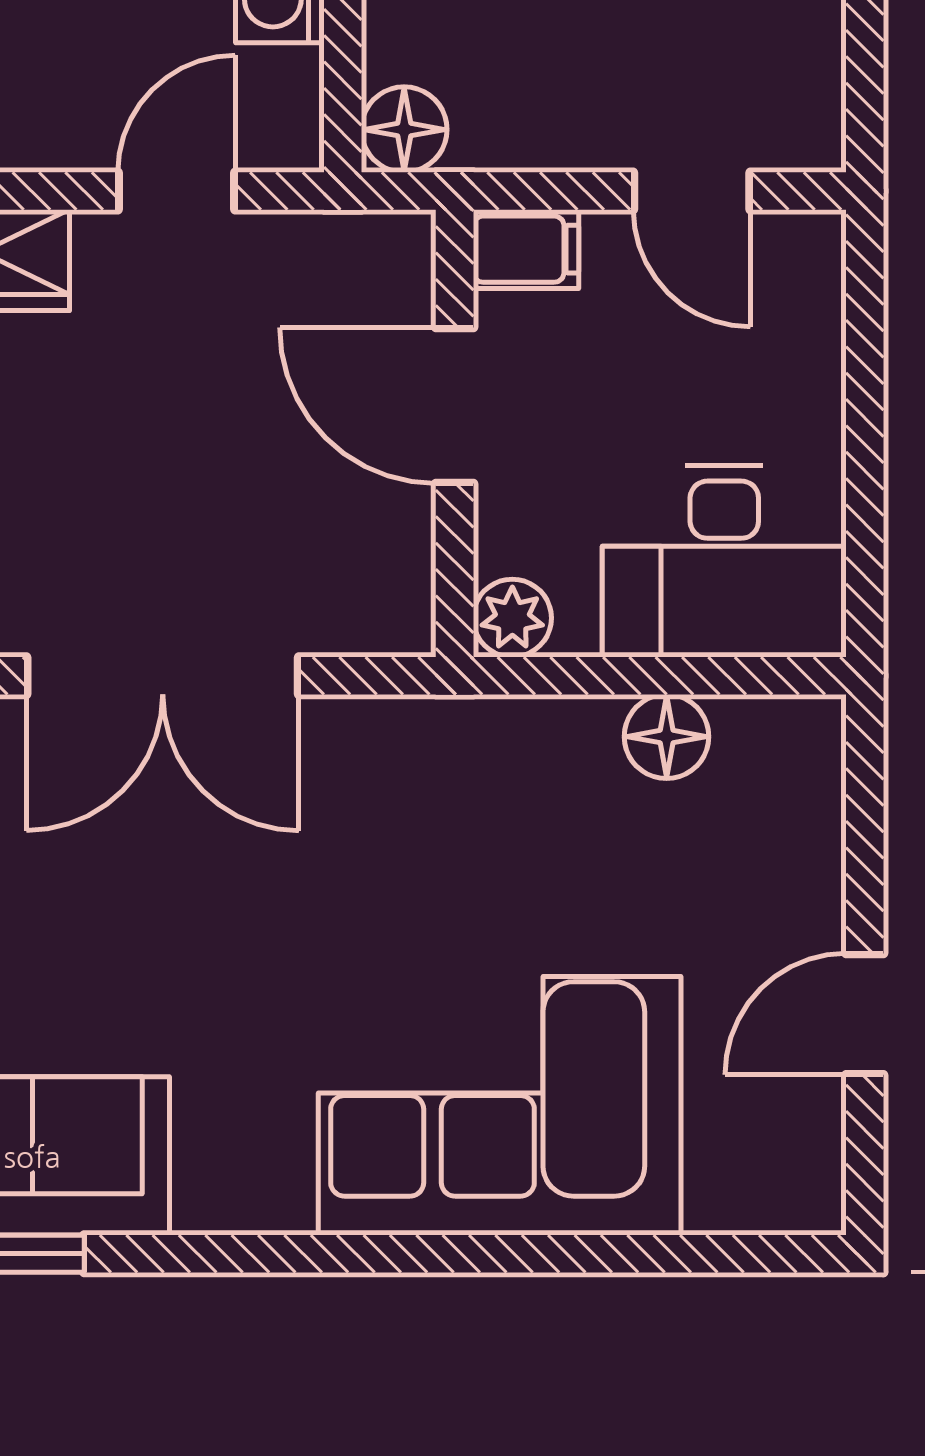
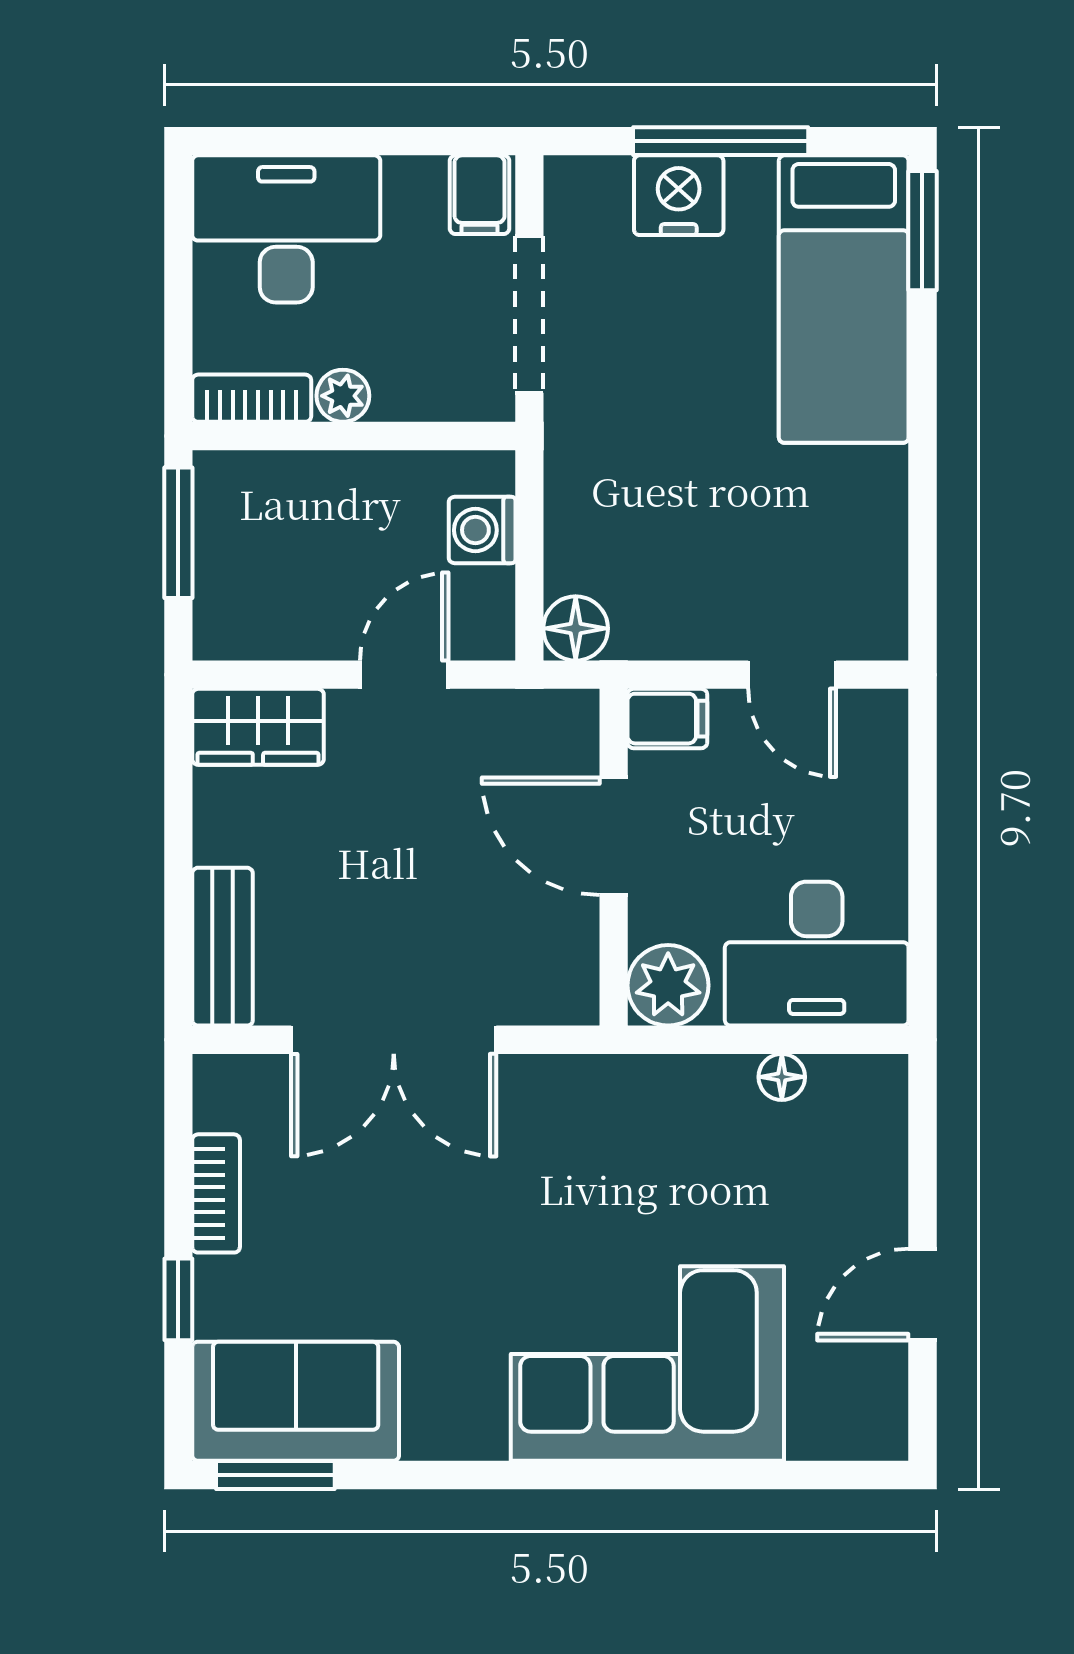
plant: (512, 618) -> (668, 985), width x1.38, depth x1.38
floor lamp: (667, 737) -> (782, 1077), width x0.73, depth x0.73

